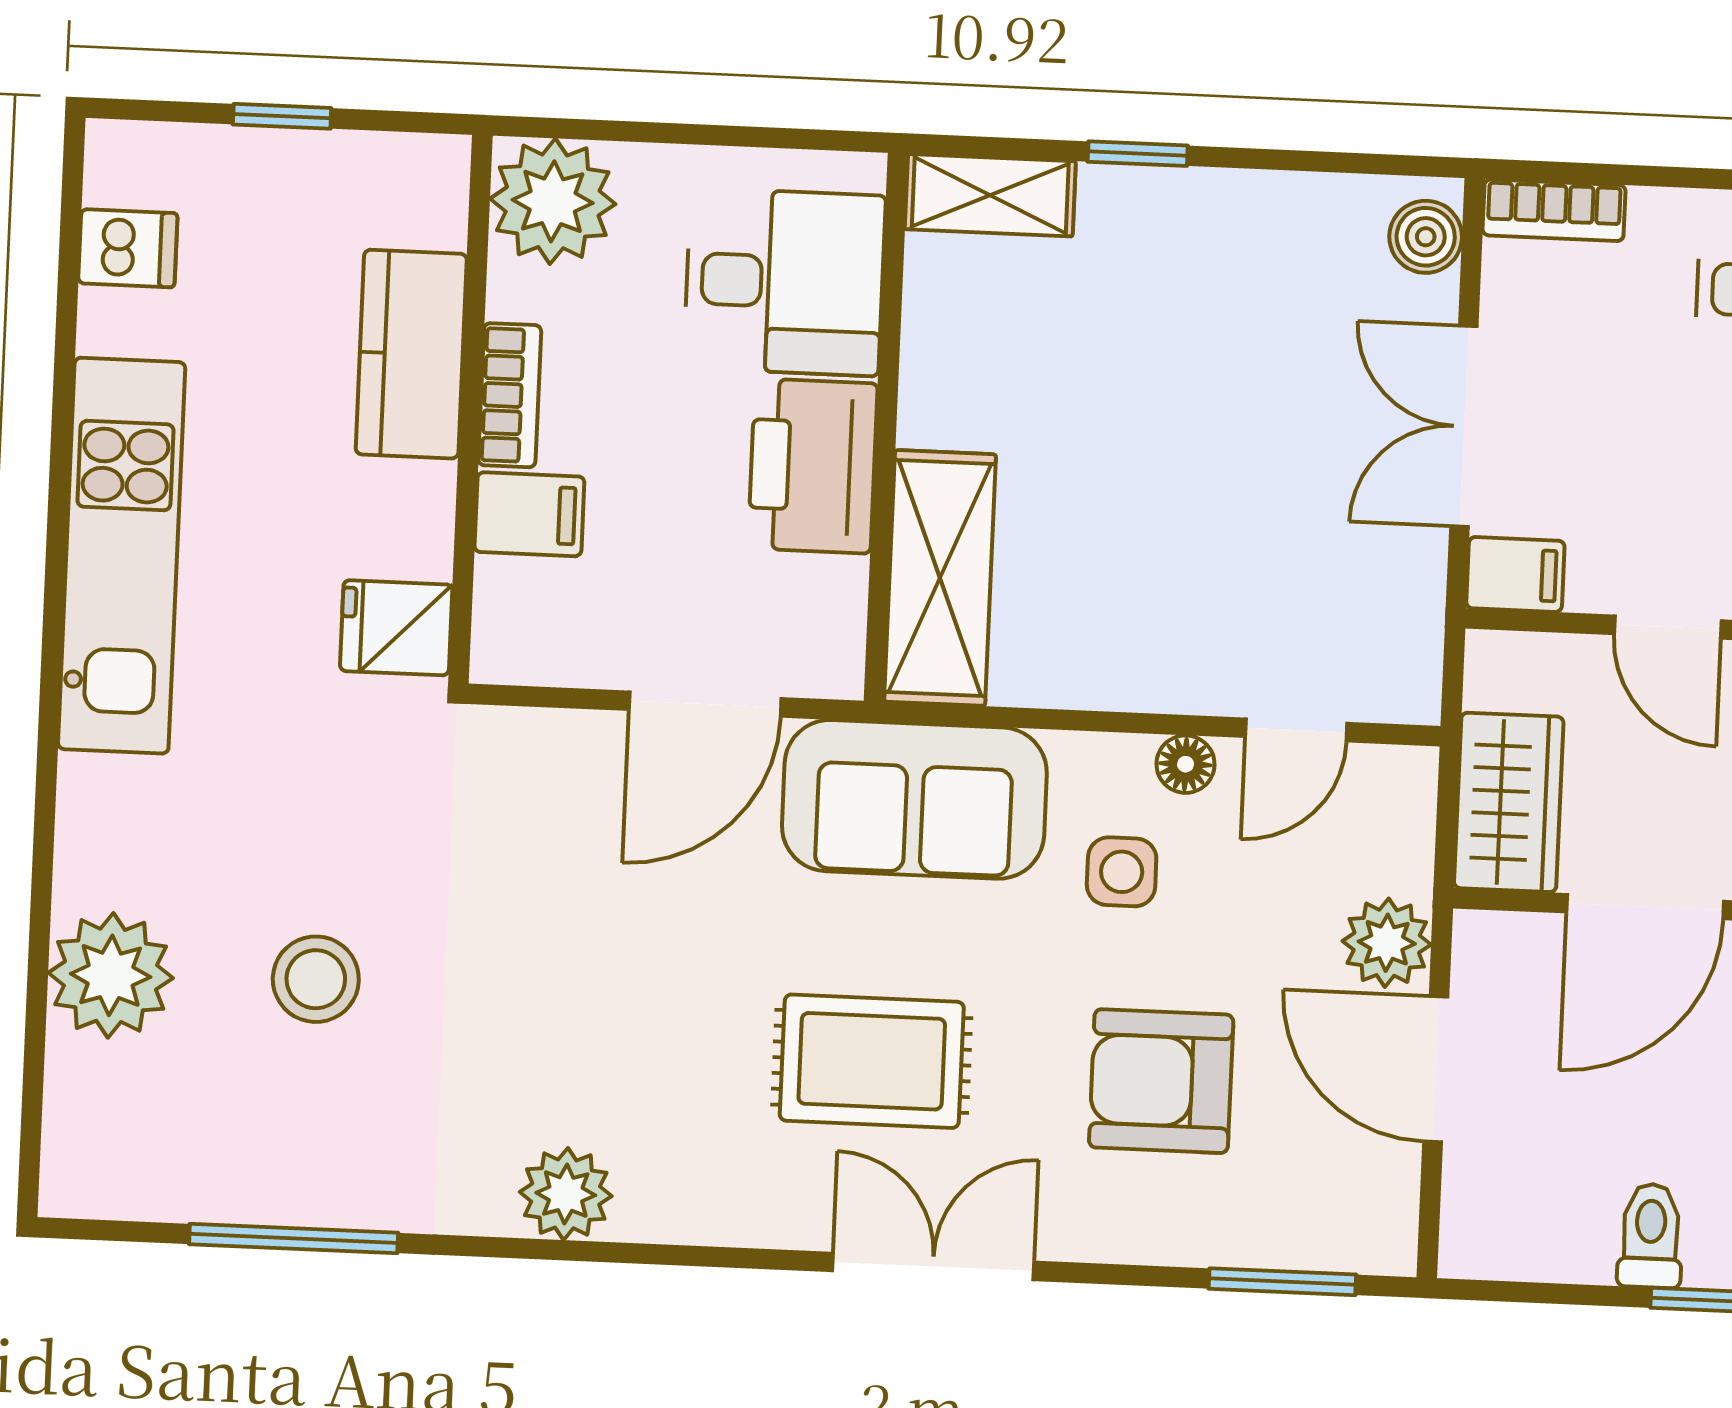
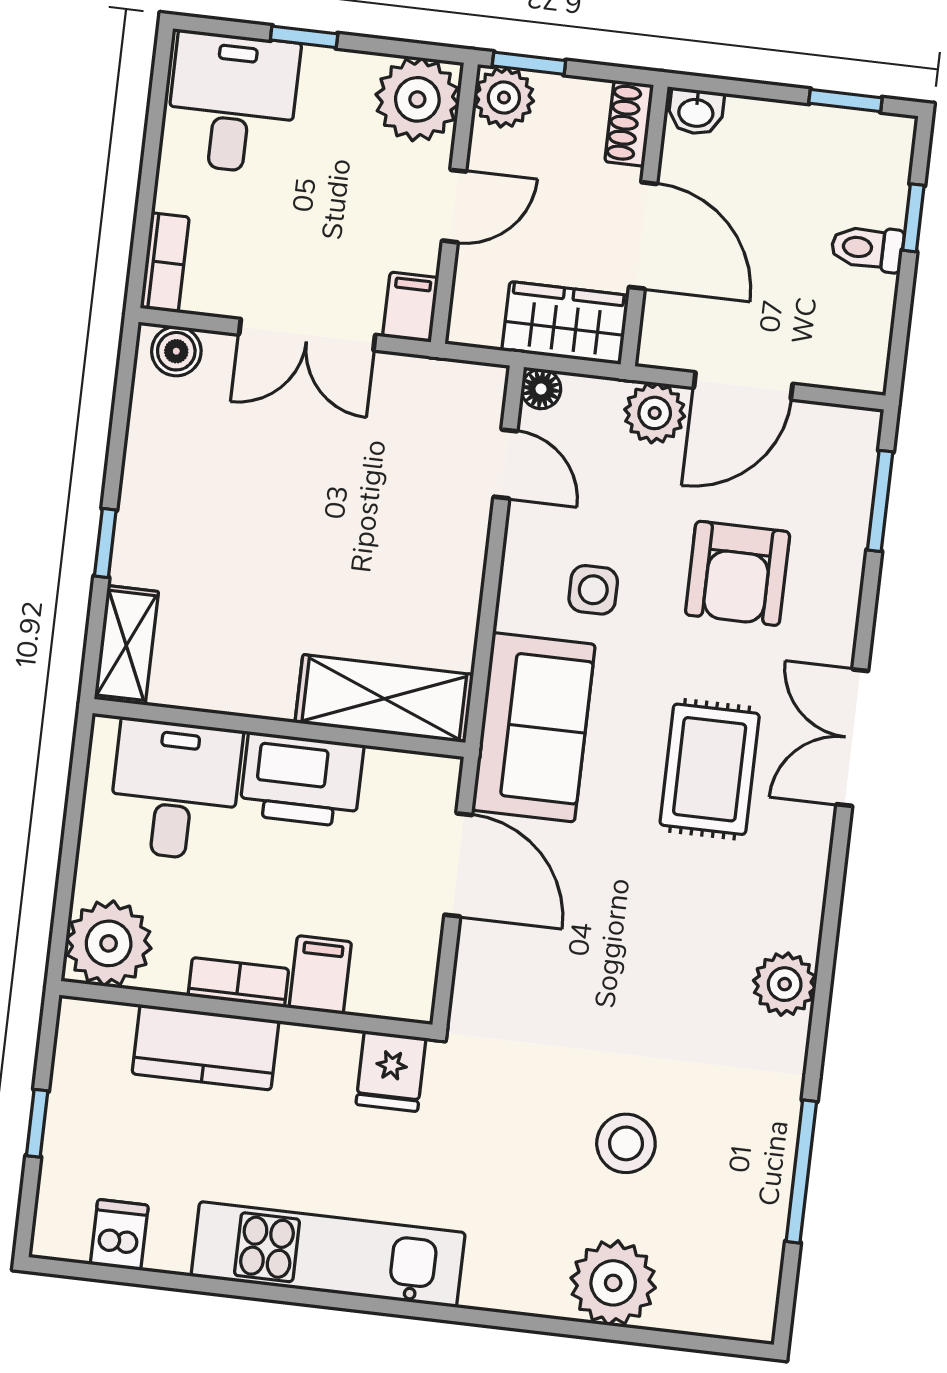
floor lamp: (1186, 764) -> (541, 389), moved

